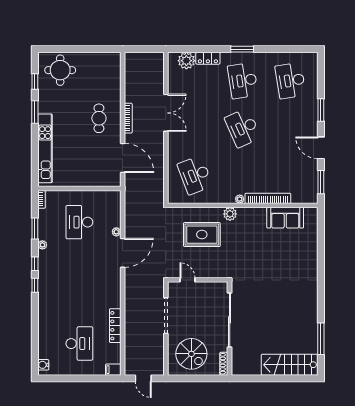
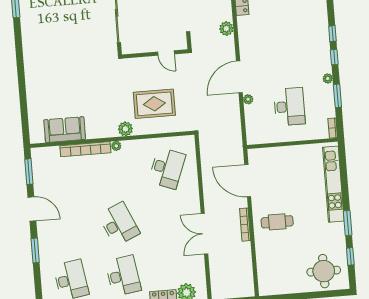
cafe table: (99, 118) -> (277, 222), turned 90
desk: (195, 175) -> (167, 168), turned 42
plant: (131, 298) -> (226, 29), added

